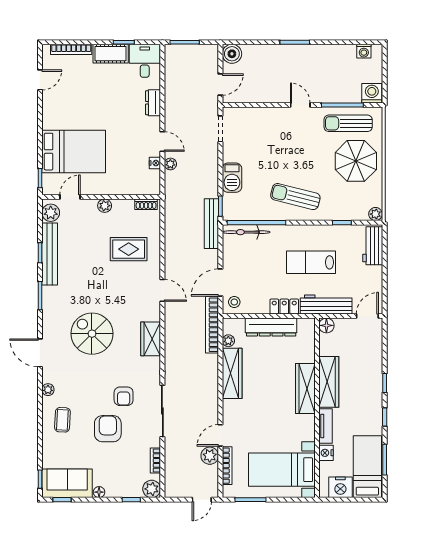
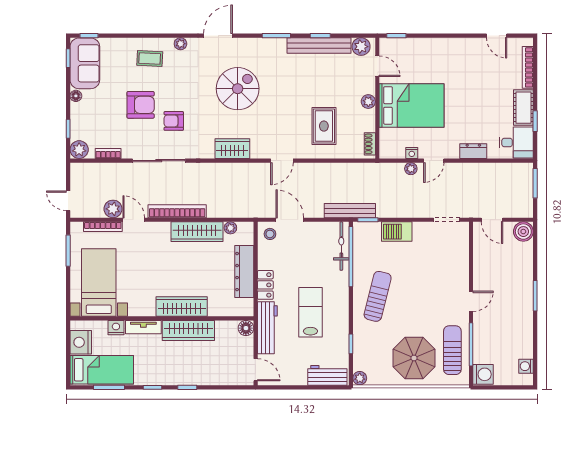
bed: (74, 152) -> (412, 105), moved, turned -90
bookcase: (212, 325) -> (177, 211), moved

